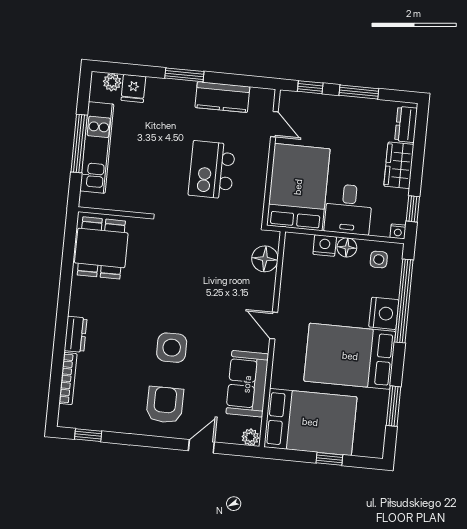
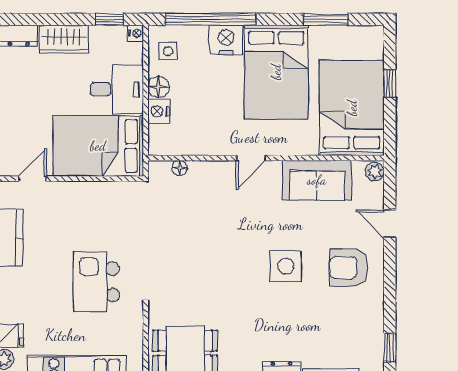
kitchen island: (212, 170) -> (96, 282), moved, turned 90
floor lamp: (265, 259) -> (180, 168), width x0.53, depth x0.53

